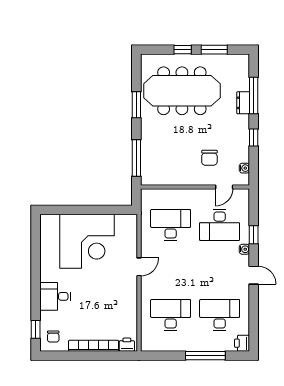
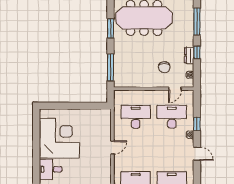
dresser: (243, 103) -> (189, 55), moved
desk: (220, 225) -> (172, 117), turned 180
corner desk: (87, 241) -> (59, 138), moved, turned -90

